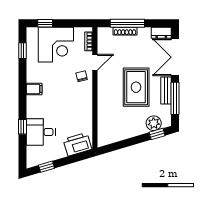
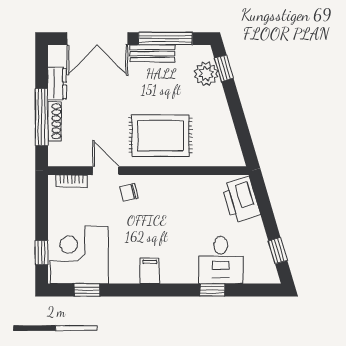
dresser: (161, 33) -> (57, 83), moved
corner desk: (56, 45) -> (79, 255), moved, turned -90
rug: (136, 87) -> (160, 136), moved

